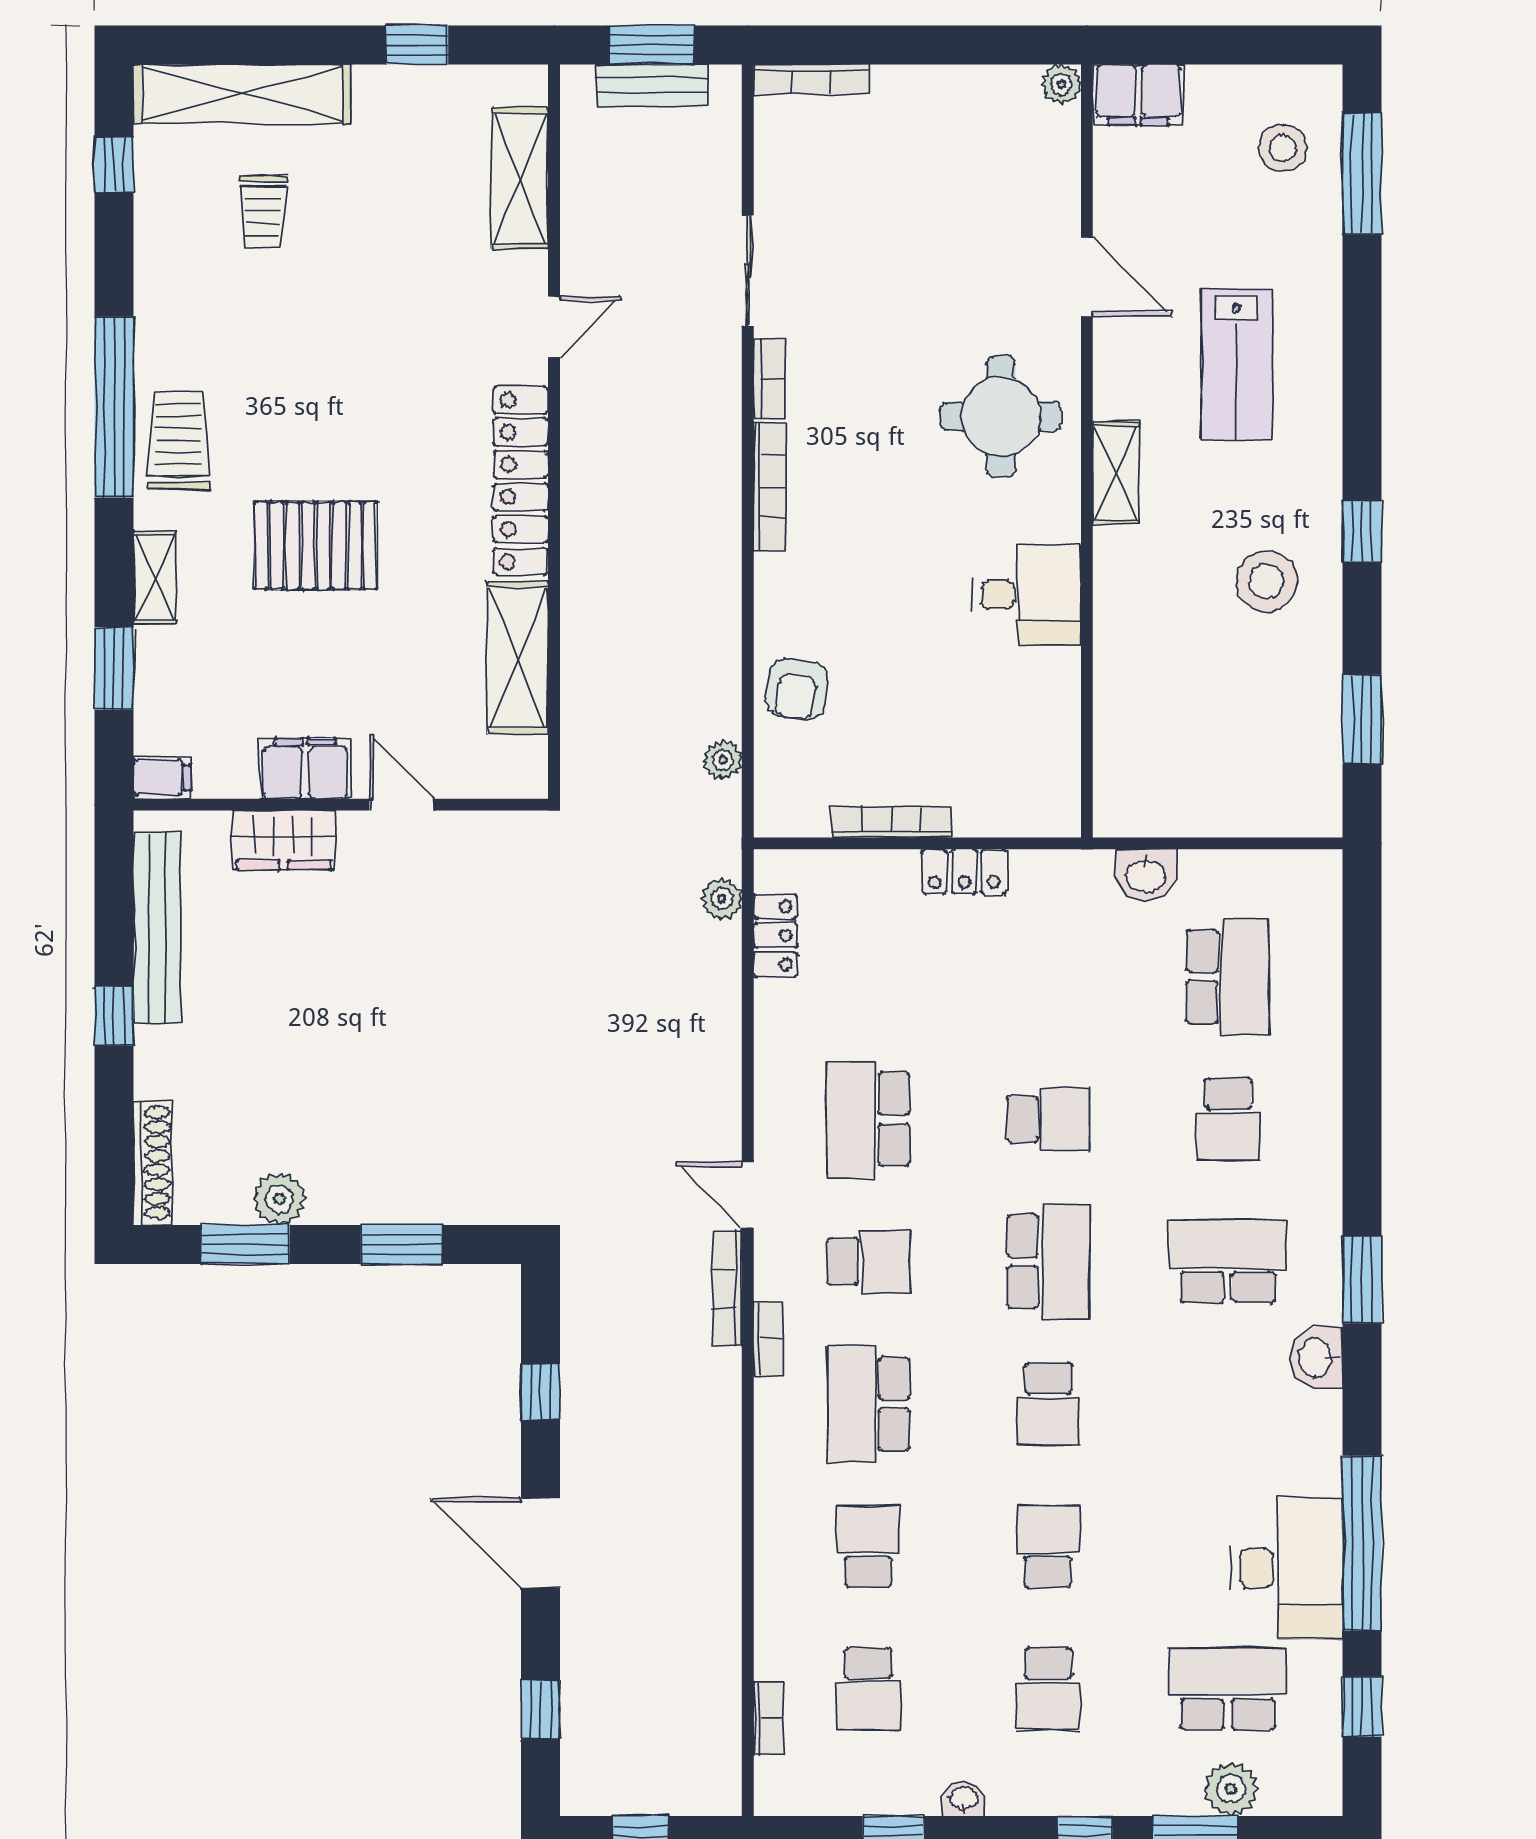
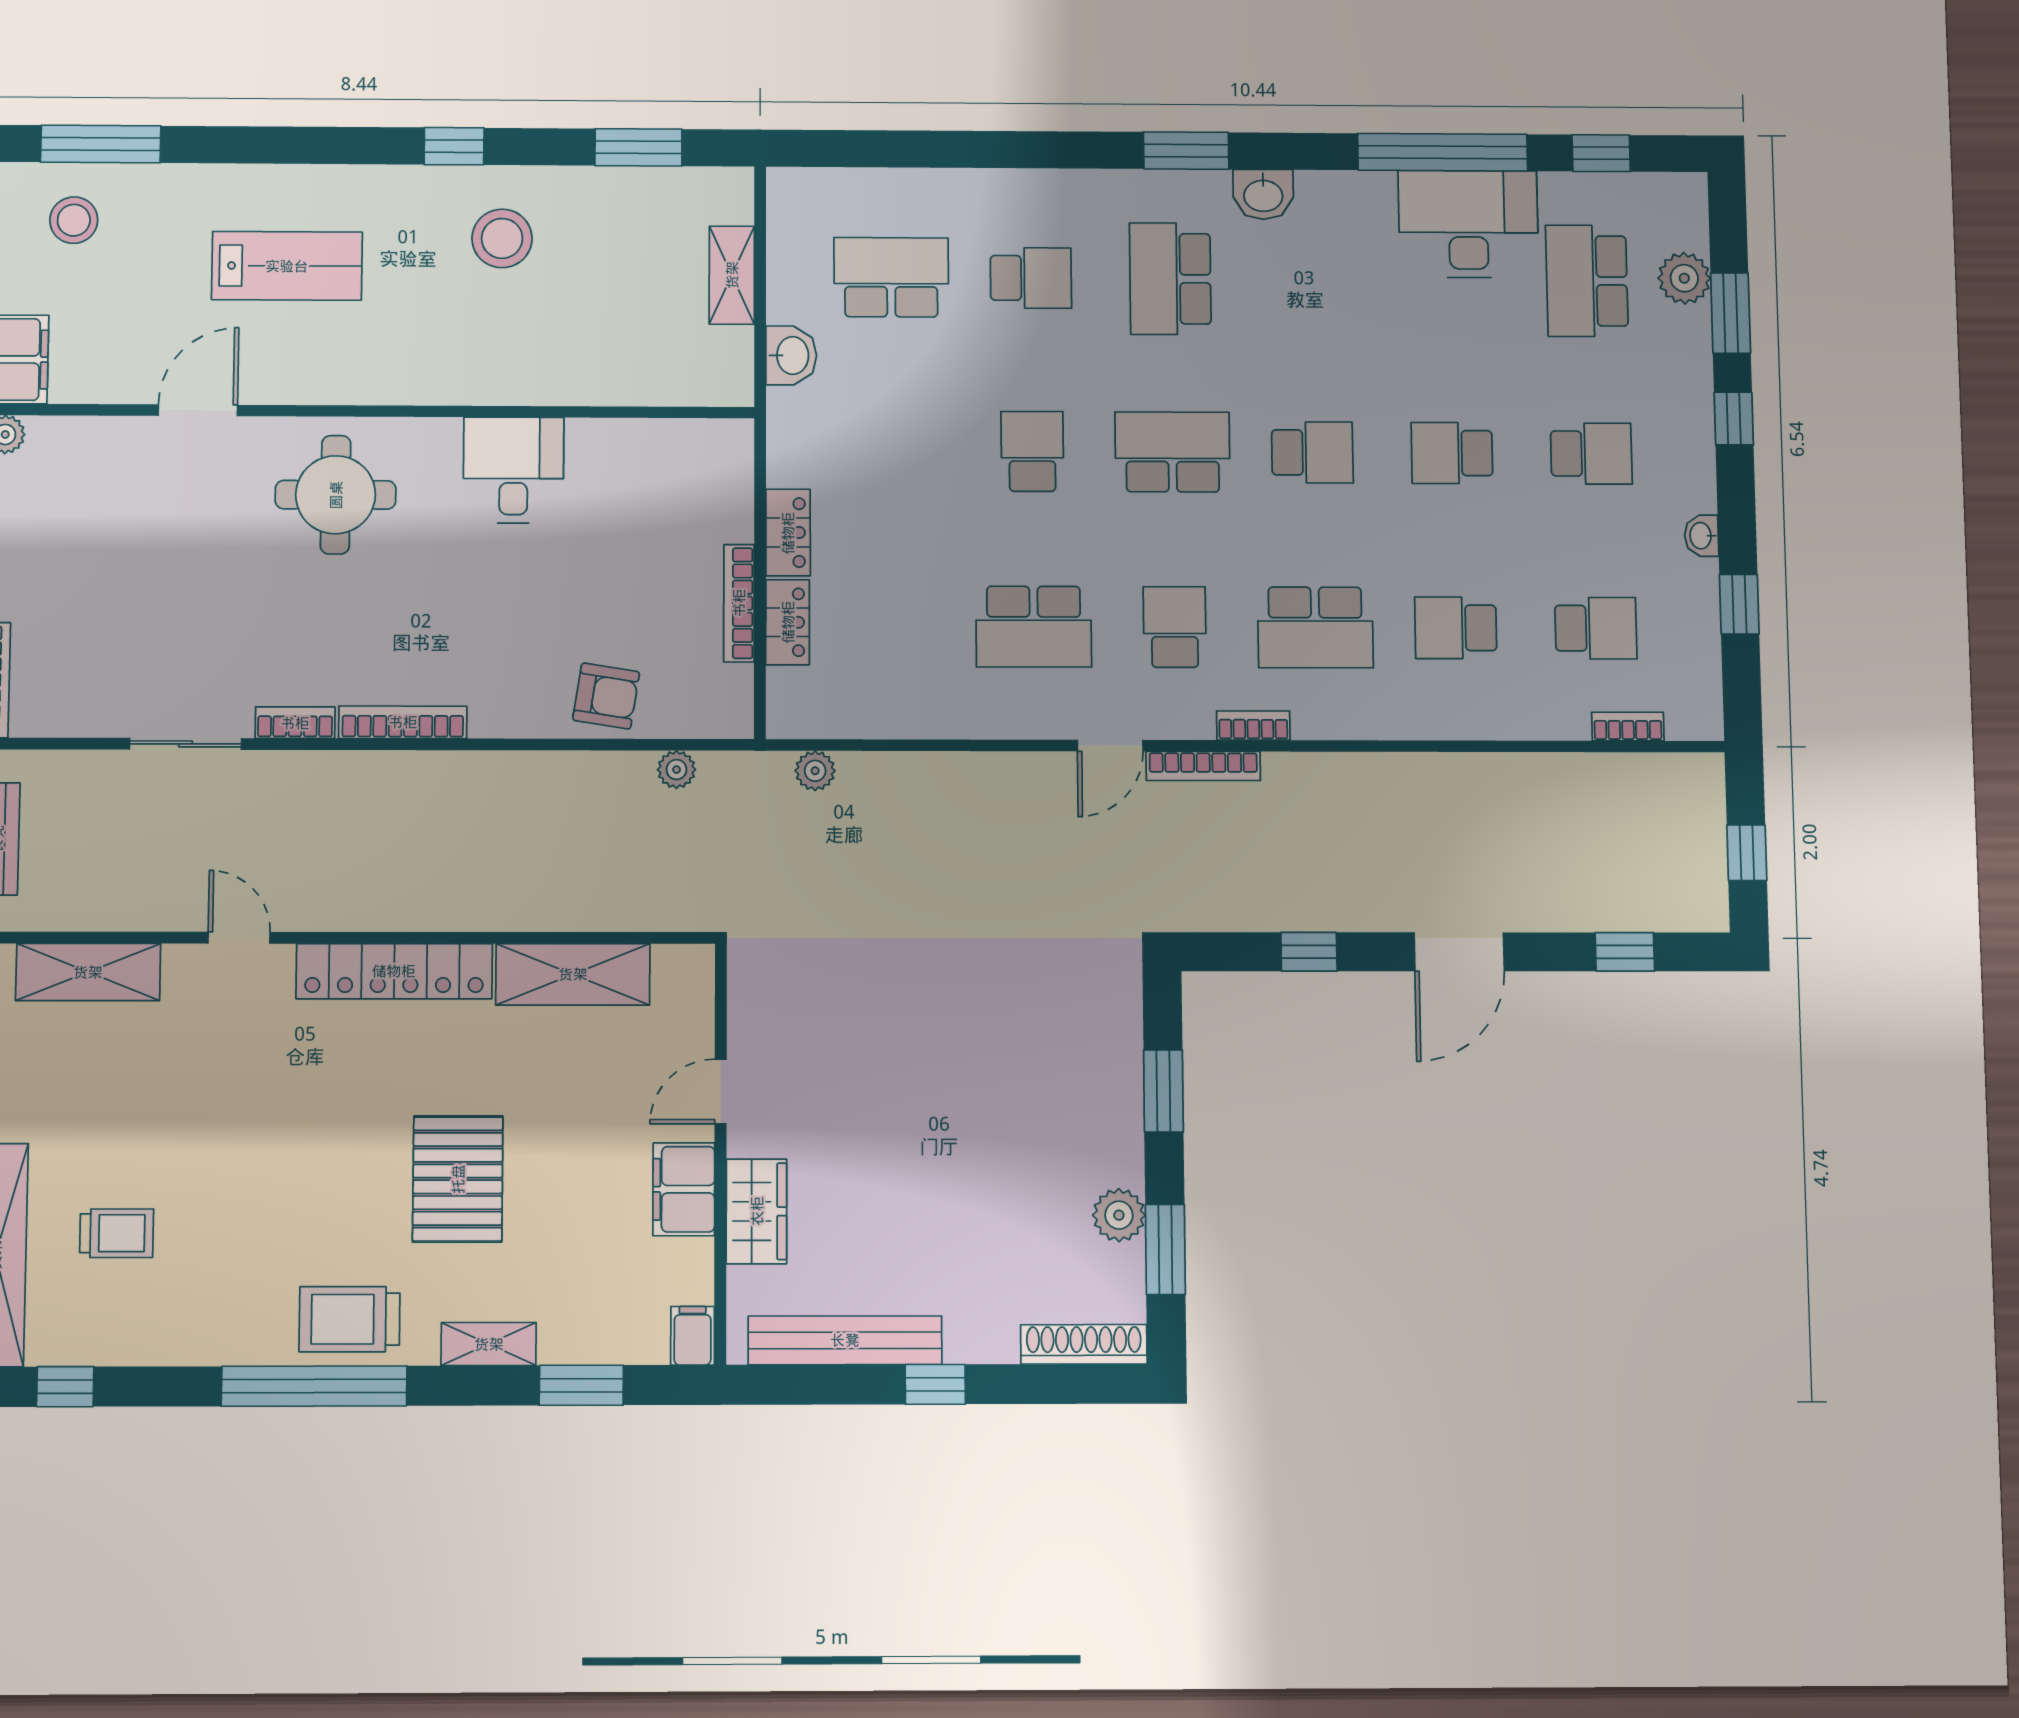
shelving: (1116, 473) -> (732, 275), moved, turned 90
locker: (775, 936) -> (788, 622), moved, turned 90

